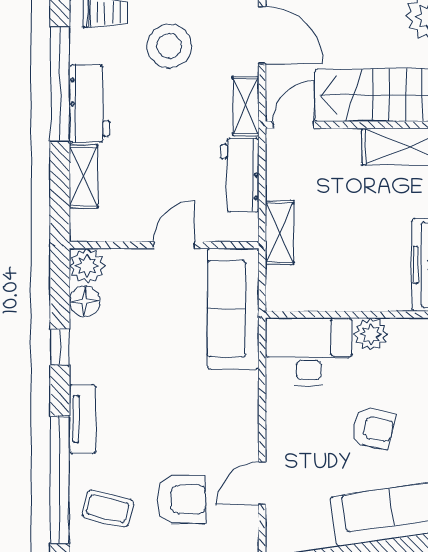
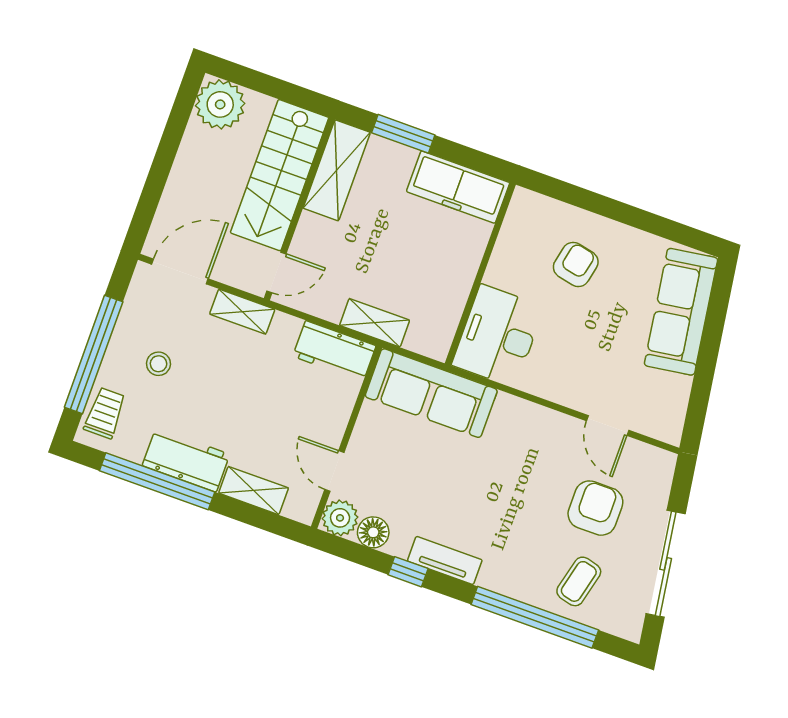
stool: (169, 46) -> (159, 364), width x0.53, depth x0.53
door: (294, 125) -> (276, 272), swing flipped
workbench: (240, 175) -> (334, 351), moved
door: (174, 245) -> (334, 471), moved
plant: (371, 334) -> (503, 271), removed
tv unit: (82, 419) -> (445, 560), moved
armchair: (373, 428) -> (576, 264), moved

